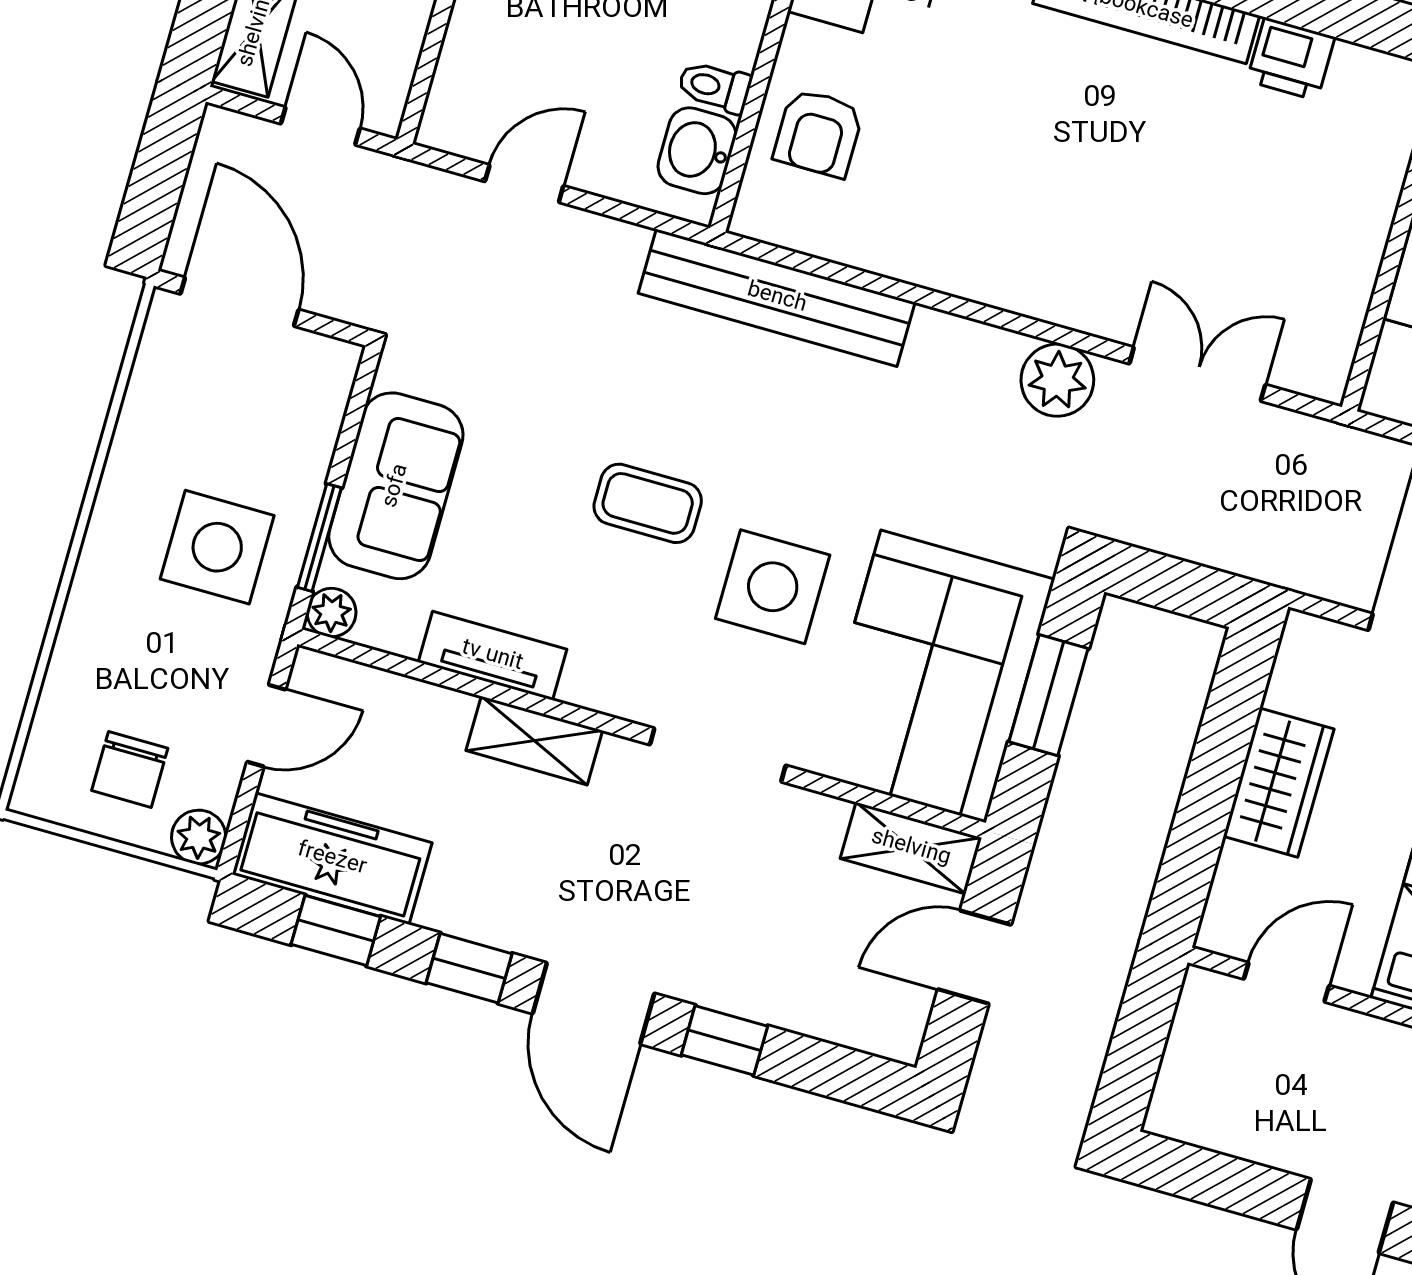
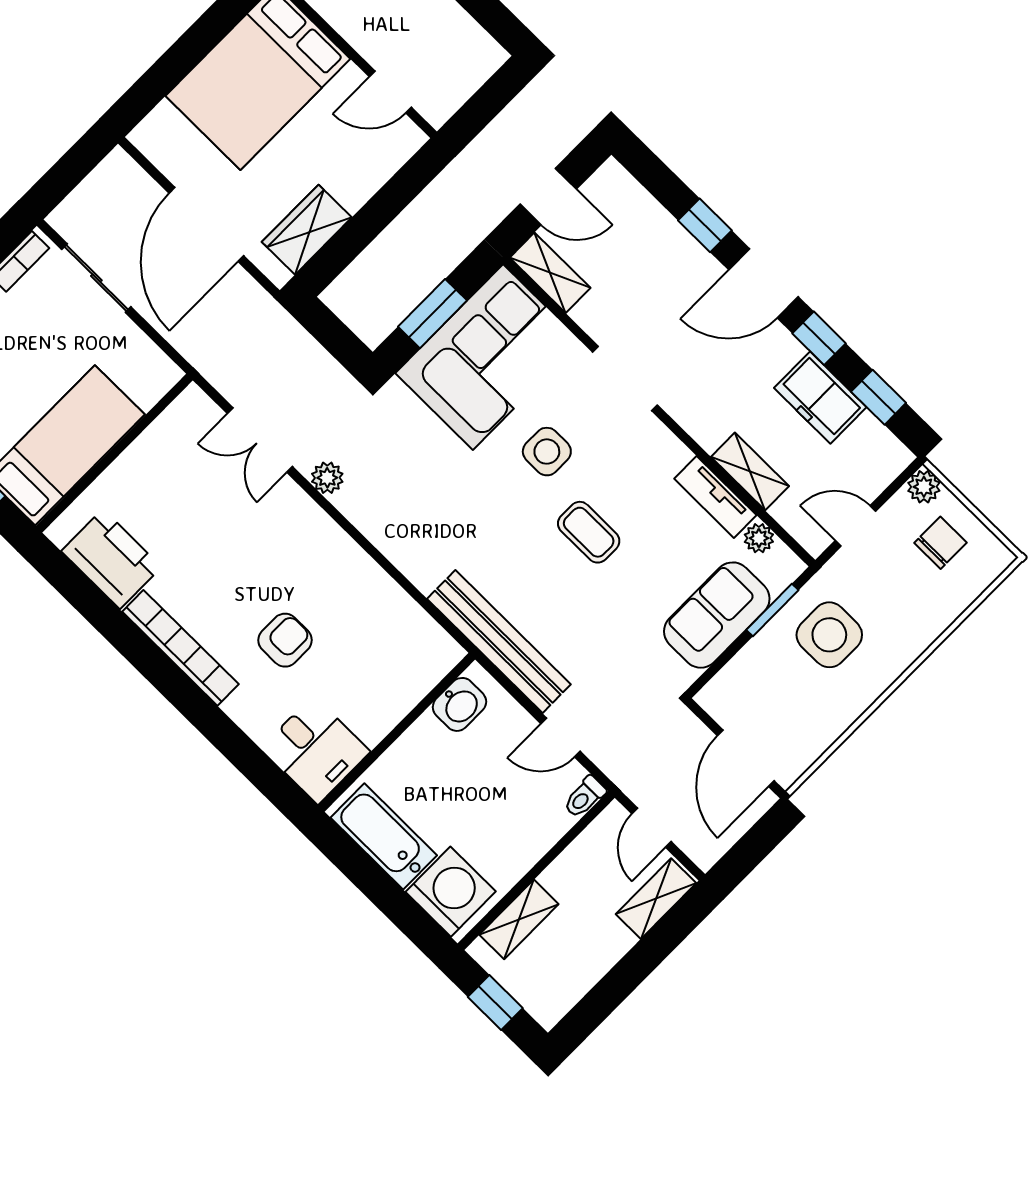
printer: (1291, 59) -> (111, 559), width x1.87, depth x1.48
toilet: (715, 87) -> (585, 797), moved, turned 90
armchair: (818, 133) -> (285, 640), moved
bench: (777, 298) -> (499, 642), moved
plant: (1057, 380) -> (327, 478), width x0.73, depth x0.73
side table: (773, 587) -> (547, 452), width x0.73, depth x0.73
plant: (332, 613) -> (759, 538), moved
shelving: (534, 741) -> (750, 471), moved
wardrobe: (1279, 783) -> (307, 230), moved
freezer: (332, 859) -> (820, 398), moved, width x0.71
door: (593, 1003) -> (763, 283), swing flipped

